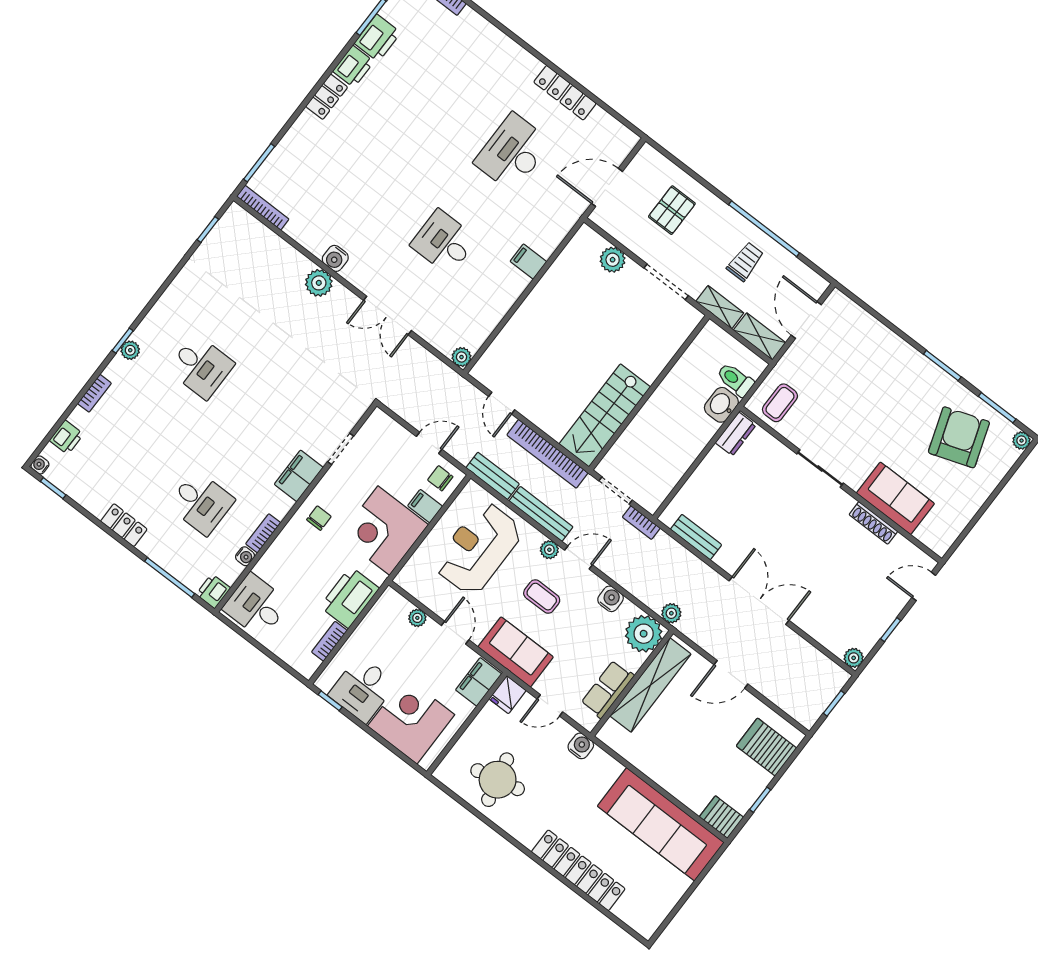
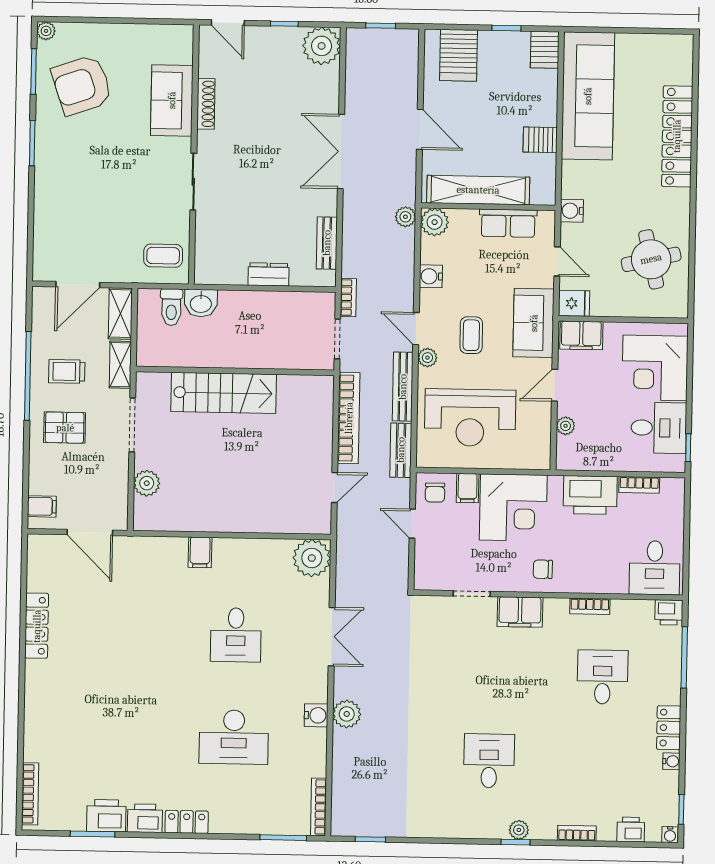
desk: (513, 152) -> (234, 737), moved
filing cabinet: (655, 165) -> (42, 506), added
pallet: (672, 210) -> (65, 428), moved
plant: (462, 357) -> (312, 558), width x1.87, depth x1.87
stairs: (605, 415) -> (224, 393), moved
dresser: (736, 434) -> (269, 274), moved
water cooler: (245, 556) -> (671, 761), moved, turned 90
plant: (644, 634) -> (435, 222), width x0.73, depth x0.73
plant: (854, 658) -> (322, 46), width x1.88, depth x1.88
server rack: (654, 762) -> (540, 140), added

